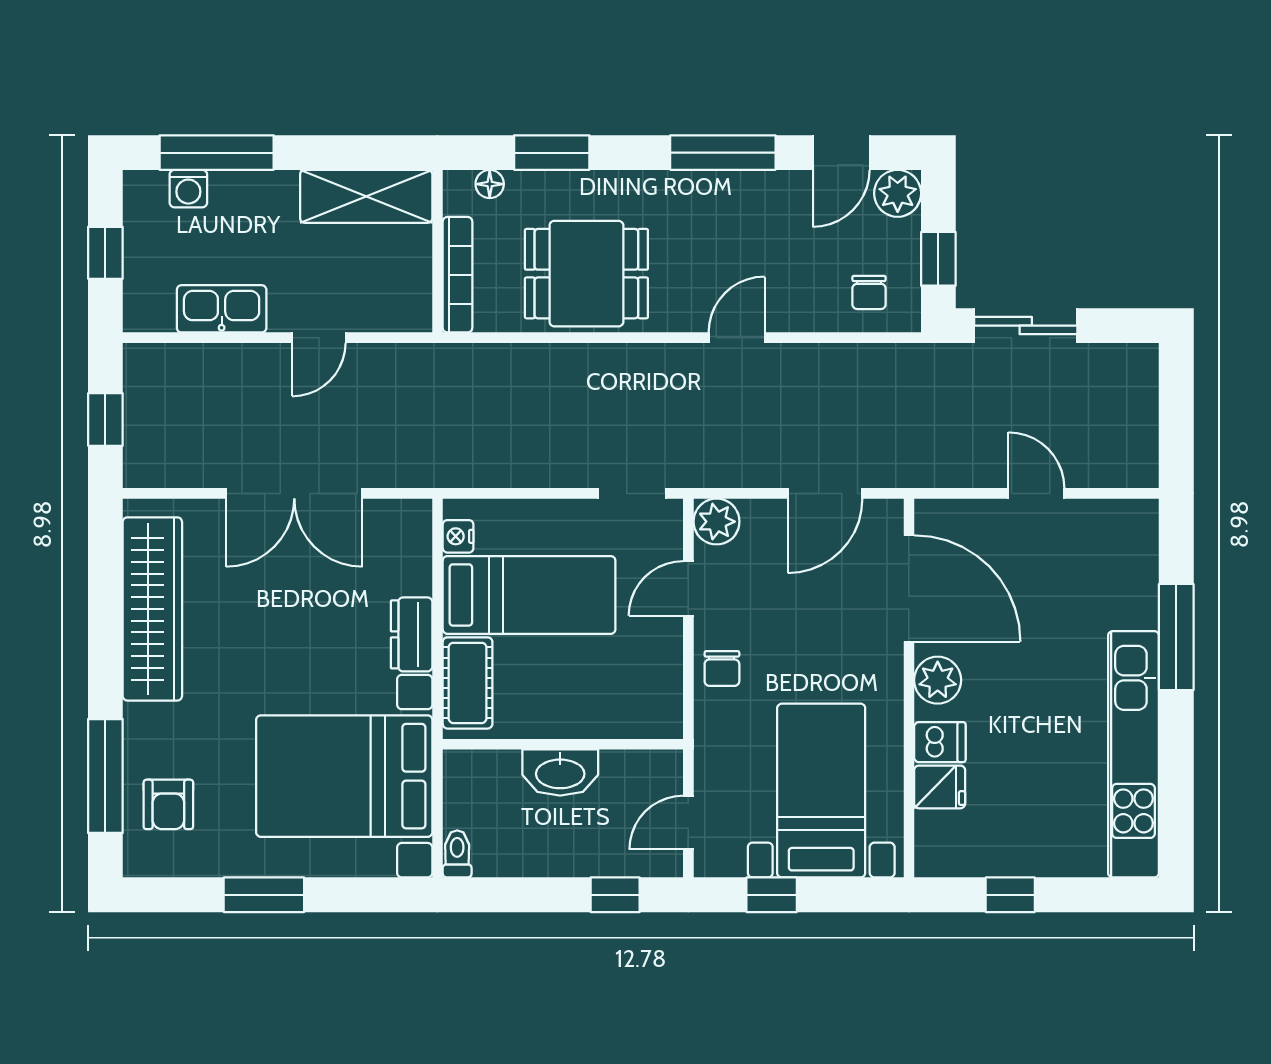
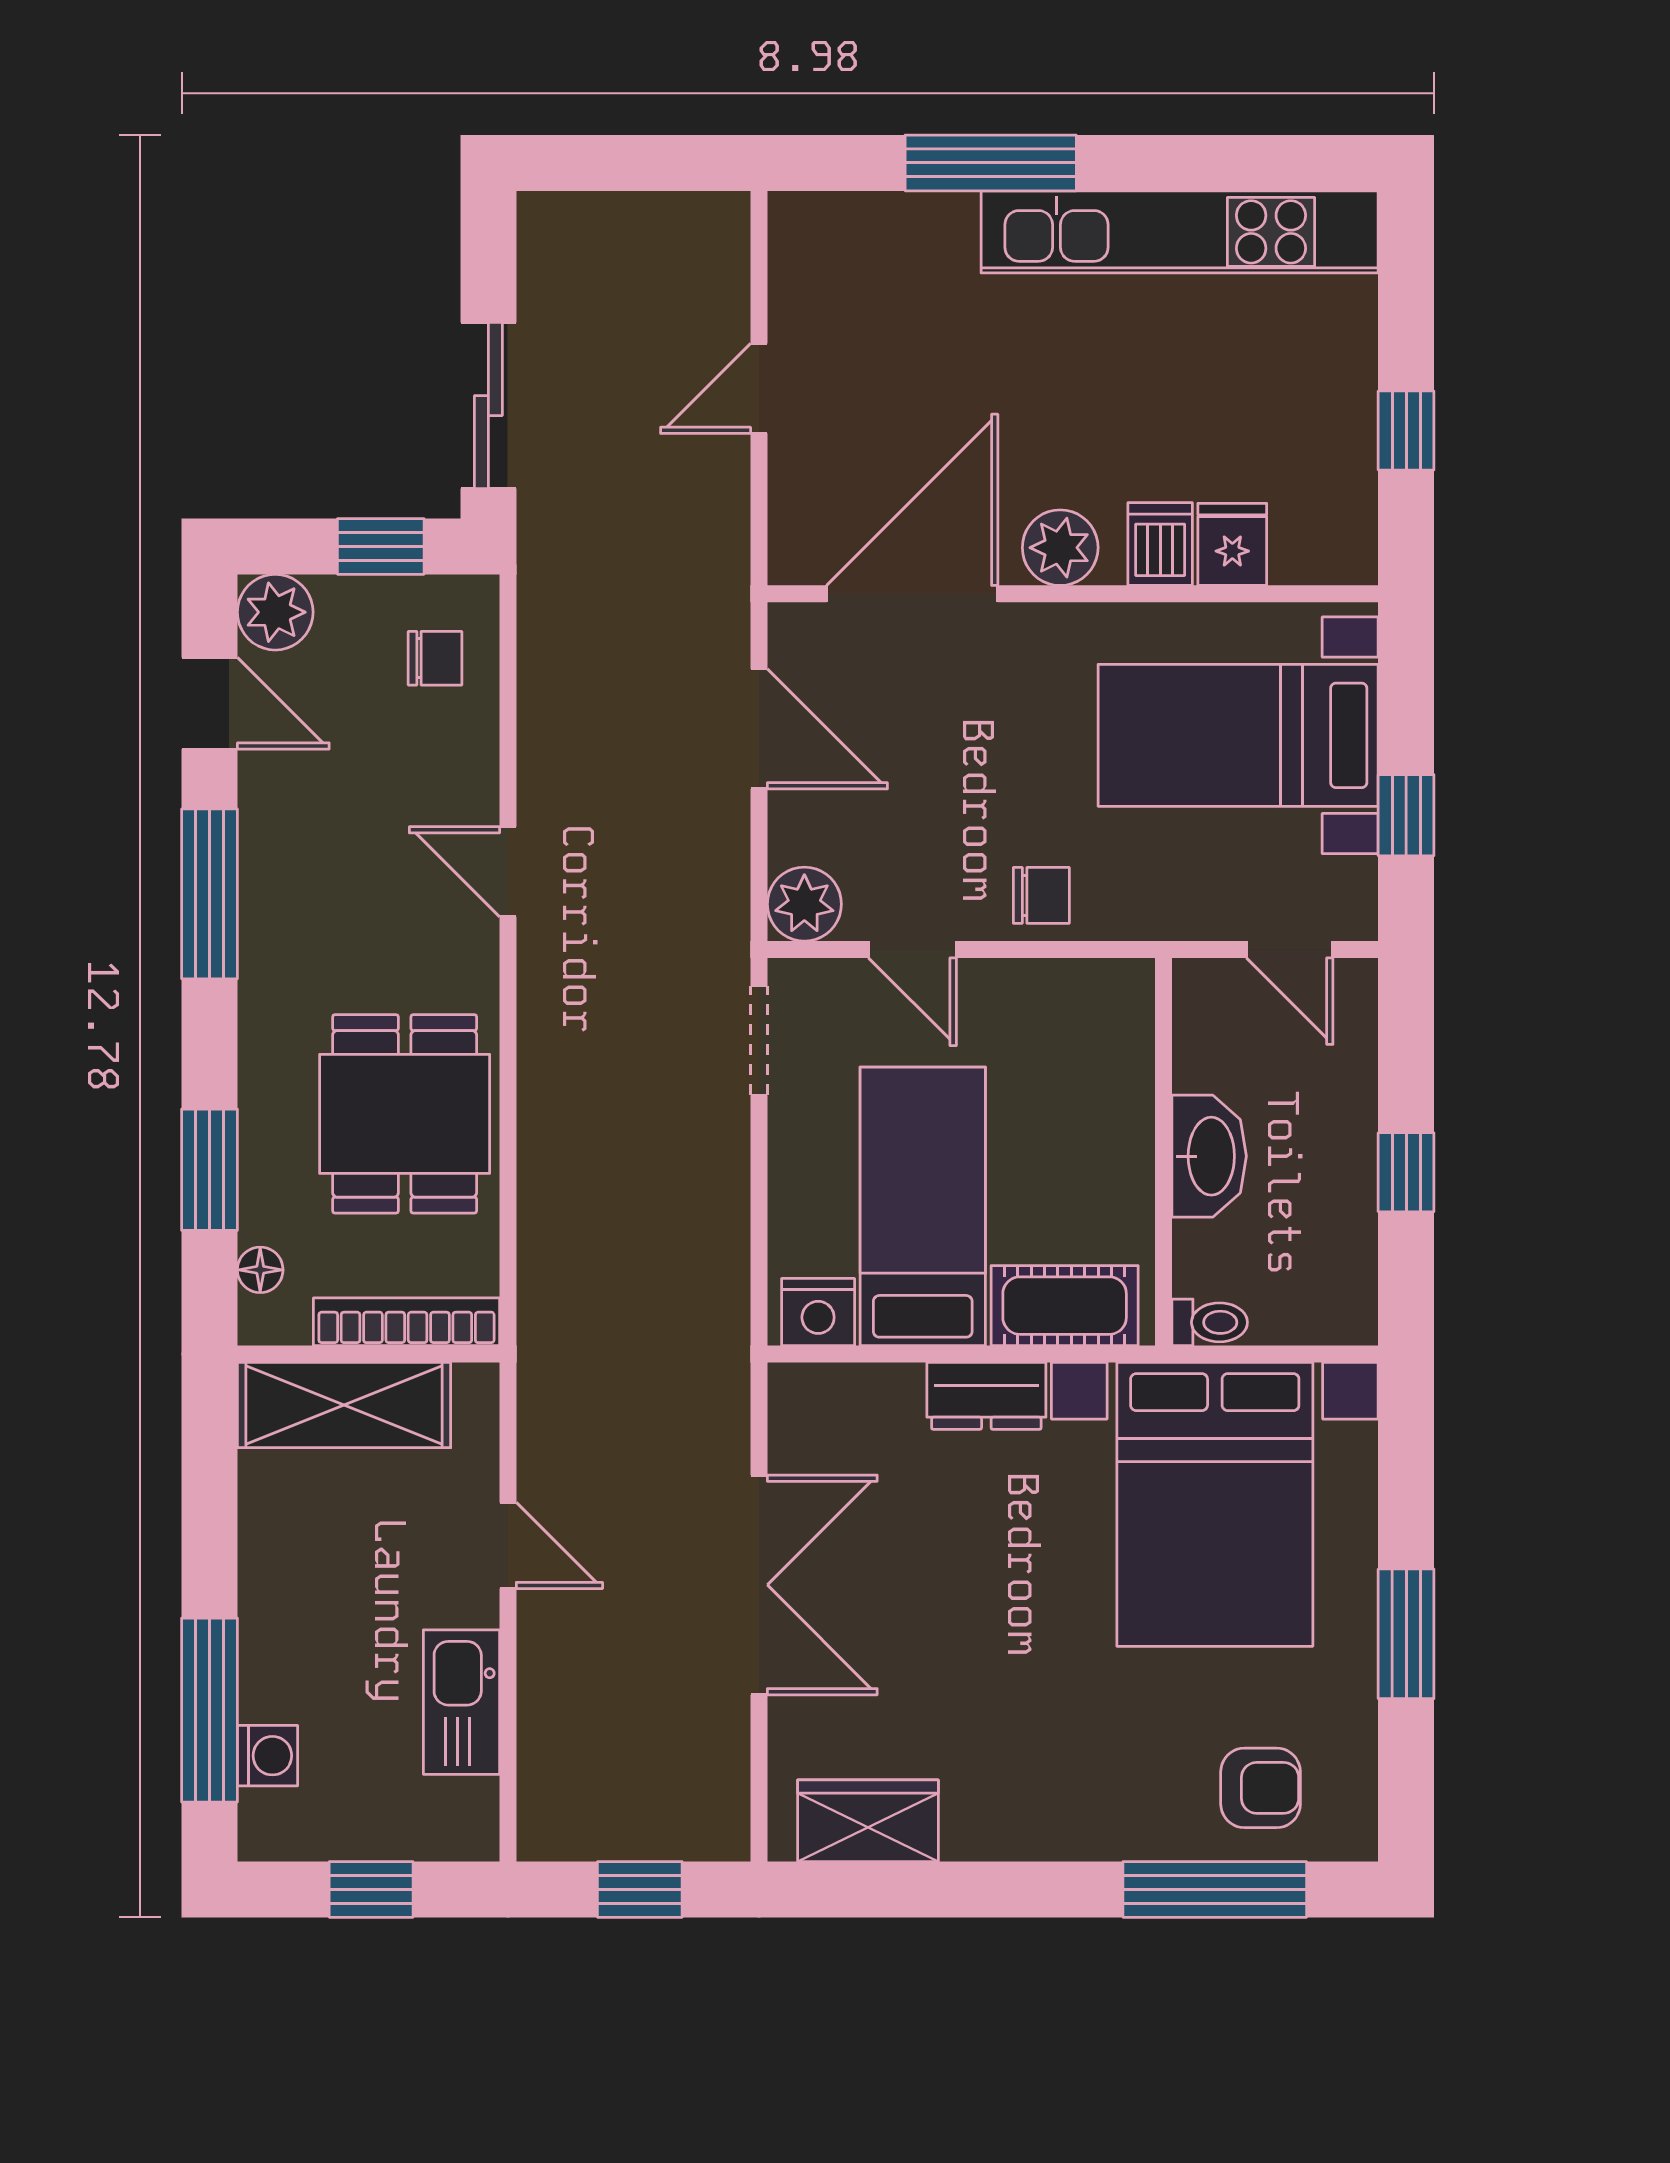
shelving: (366, 196) -> (344, 1405), moved, turned 90
nightstand: (458, 536) -> (818, 1312), width x1.39, depth x1.35
wardrobe: (152, 609) -> (868, 1821), width x0.48, depth x0.85
toilet: (457, 854) -> (1210, 1322), moved, turned 180
window: (615, 895) -> (1406, 1172), moved

